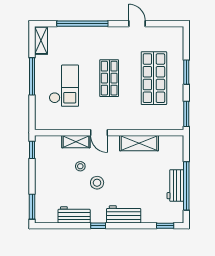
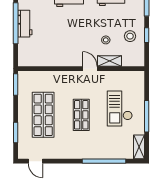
door: (137, 24) -> (35, 161), moved
window: (186, 72) -> (16, 133), moved
shelving: (139, 143) -> (56, 60), removed
window: (32, 150) -> (147, 35), moved
stool: (97, 183) -> (130, 36), moved

